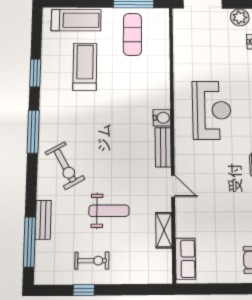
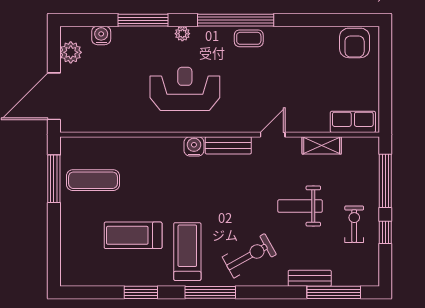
treadmill: (76, 20) -> (187, 252), moved
weight bench: (109, 211) -> (300, 206), turned -90
window: (132, 290) -> (385, 181), added

